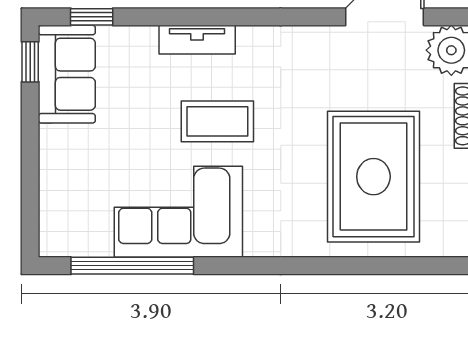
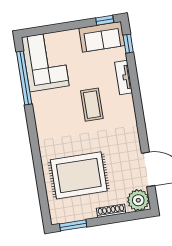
tv unit: (197, 40) -> (124, 78), moved
corner sofa: (178, 212) -> (45, 61), moved

